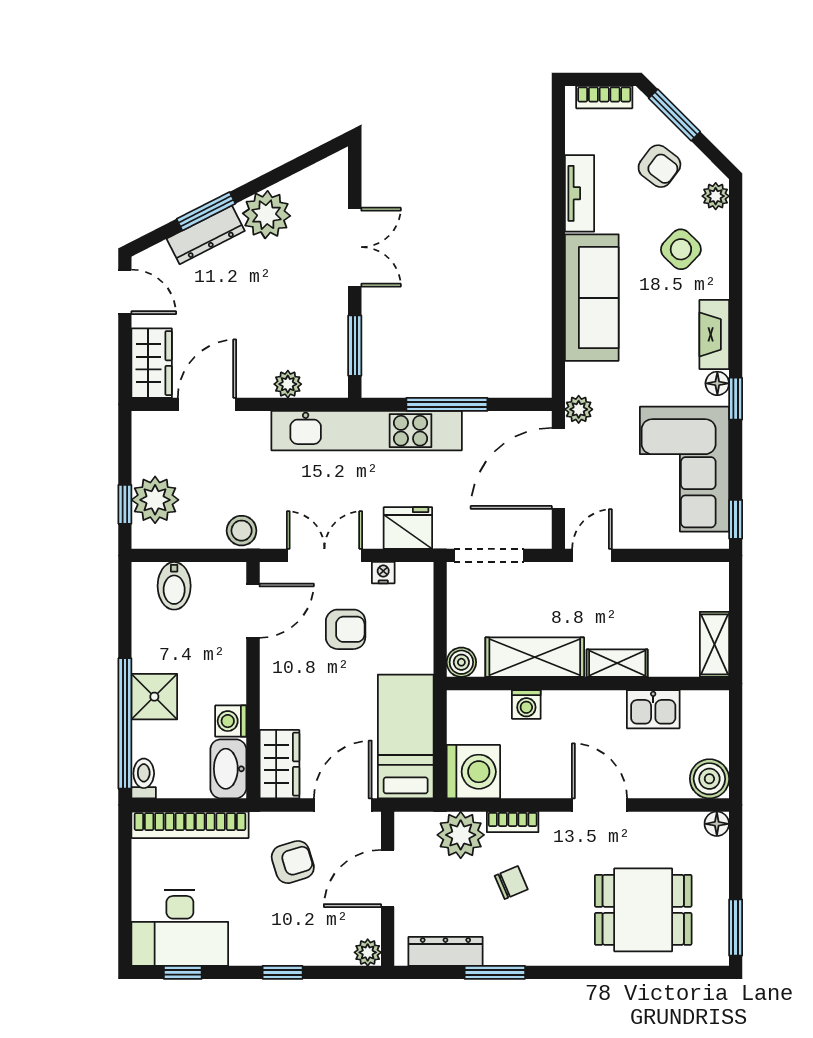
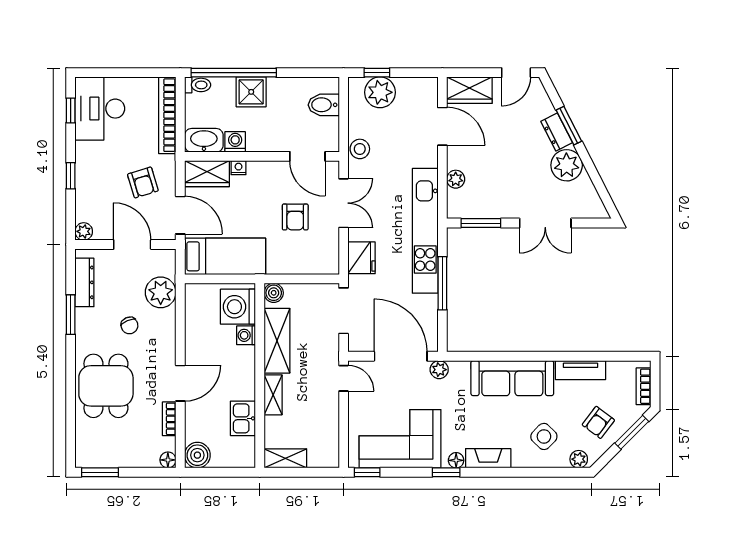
dresser: (206, 235) -> (557, 132), width x0.70
nightstand: (383, 573) -> (239, 168), moved, turned -90
washing machine: (473, 772) -> (238, 307), moved, turned 90
bookcase: (513, 822) -> (169, 419), moved
dining table: (643, 910) -> (106, 386), moved

